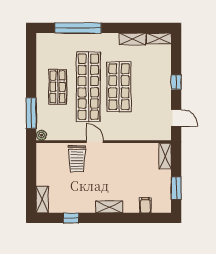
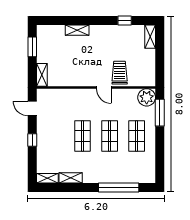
shop shelf: (88, 87) -> (110, 136), width x0.50, depth x0.74
shop shelf: (119, 87) -> (83, 136), width x0.70, depth x0.74
plant: (41, 135) -> (147, 97), width x1.88, depth x1.88
filing cabinet: (145, 205) -> (59, 32), removed
shelving: (109, 207) -> (77, 30), moved

